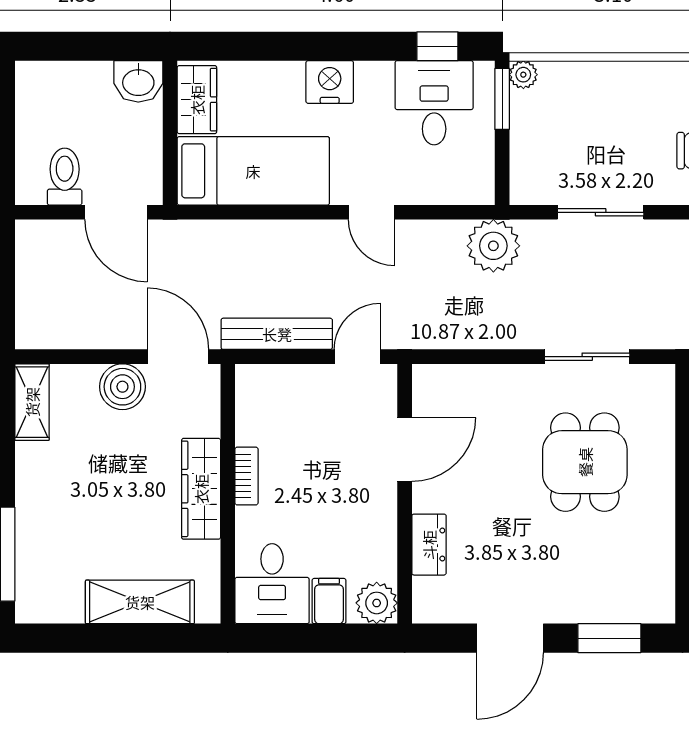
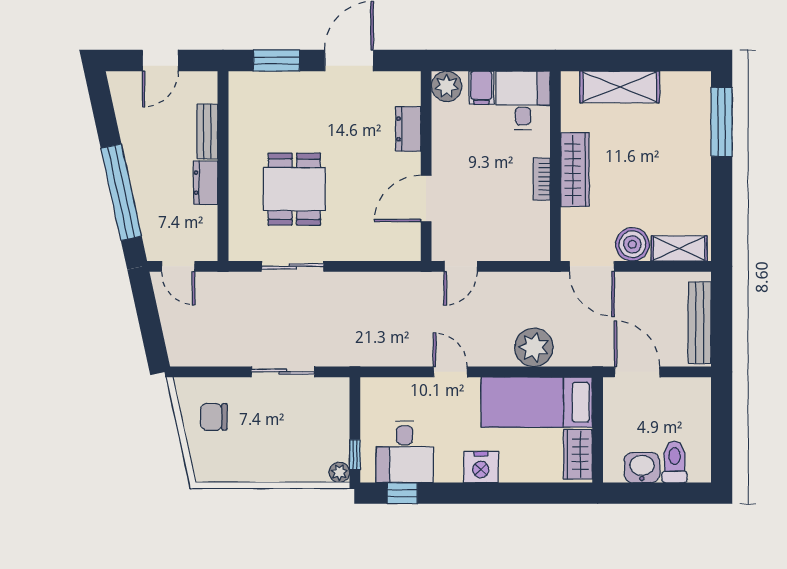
washbasin: (138, 81) -> (642, 467), moved
window: (502, 99) -> (355, 455), width x0.67
toilet: (65, 177) -> (675, 462), moved, turned 180
plant: (493, 246) -> (534, 347), moved
bench: (277, 334) -> (700, 323), moved, turned 90
shelving: (32, 402) -> (679, 248), moved, turned 90

